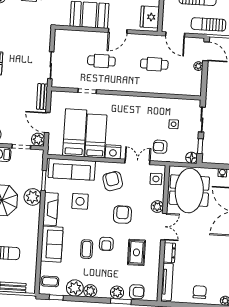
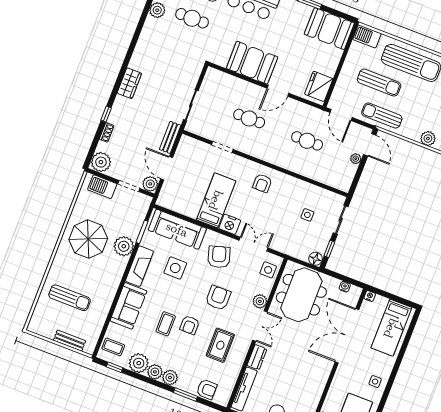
bed: (75, 133) -> (194, 189), removed
armchair: (160, 147) -> (262, 183), moved, turned -90
plant: (117, 292) -> (170, 378), moved

